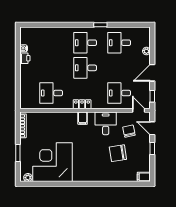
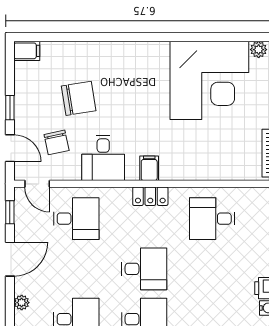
desk: (51, 93) -> (212, 219), turned 180

